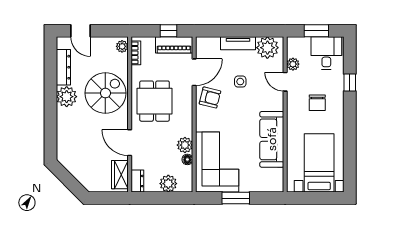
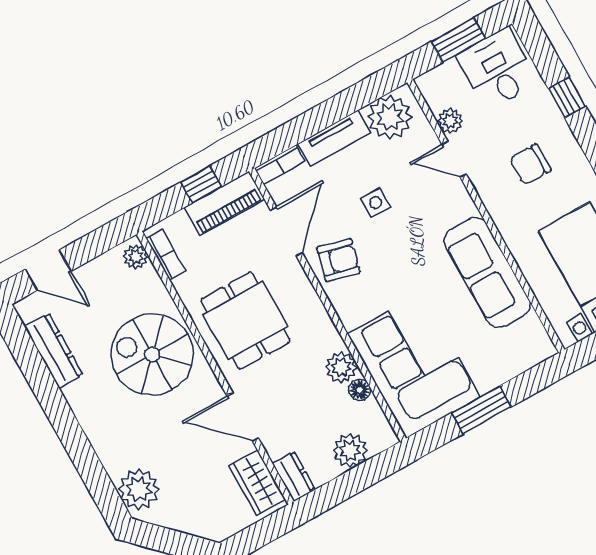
bookcase: (208, 41) -> (280, 165), added
spiral stairs: (105, 93) -> (152, 354), turned -90
plant: (67, 97) -> (139, 489), moved
chair: (317, 103) -> (530, 164), turned 90

